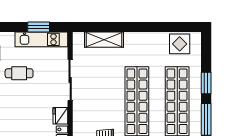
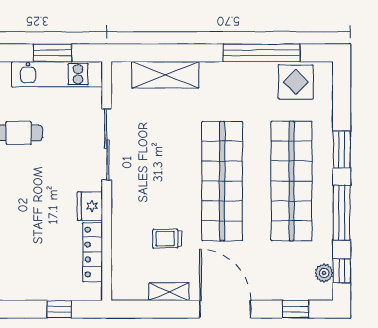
window: (160, 27) -> (261, 53), added

